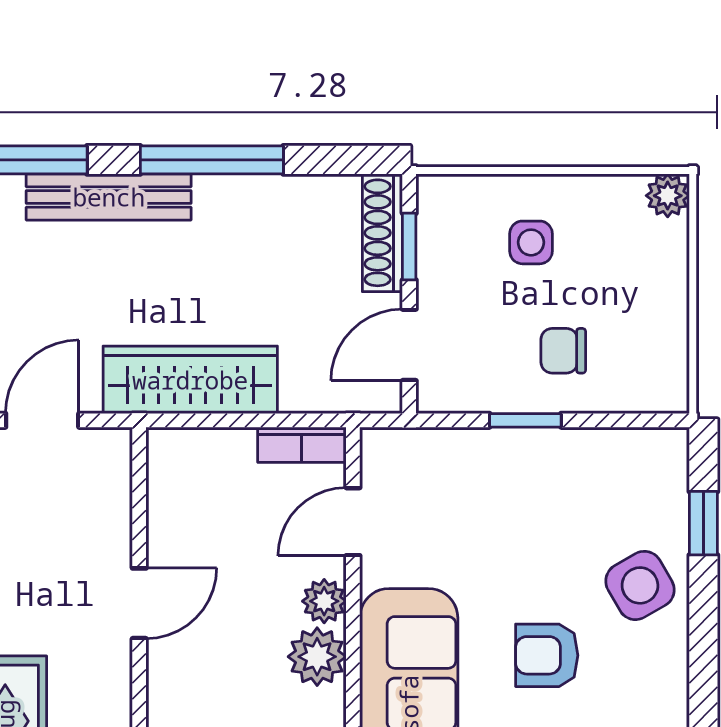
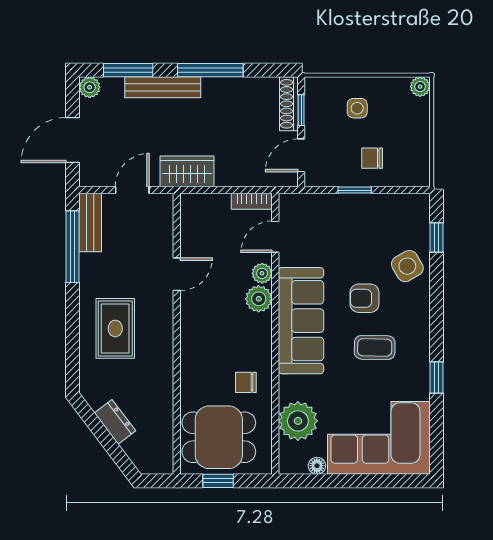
wardrobe: (190, 380) -> (187, 171), width x0.67

